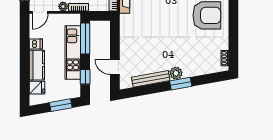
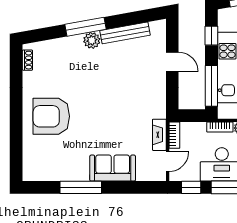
door: (115, 67) -> (172, 62), moved
window: (181, 84) -> (86, 27), width x1.44

